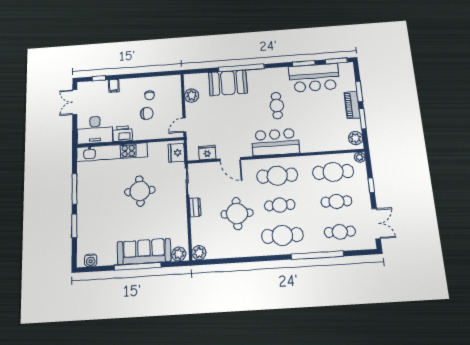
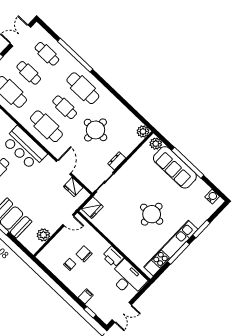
kitchen unit: (112, 152) -> (171, 248), moved, turned -90
round table: (140, 191) -> (152, 214), moved

